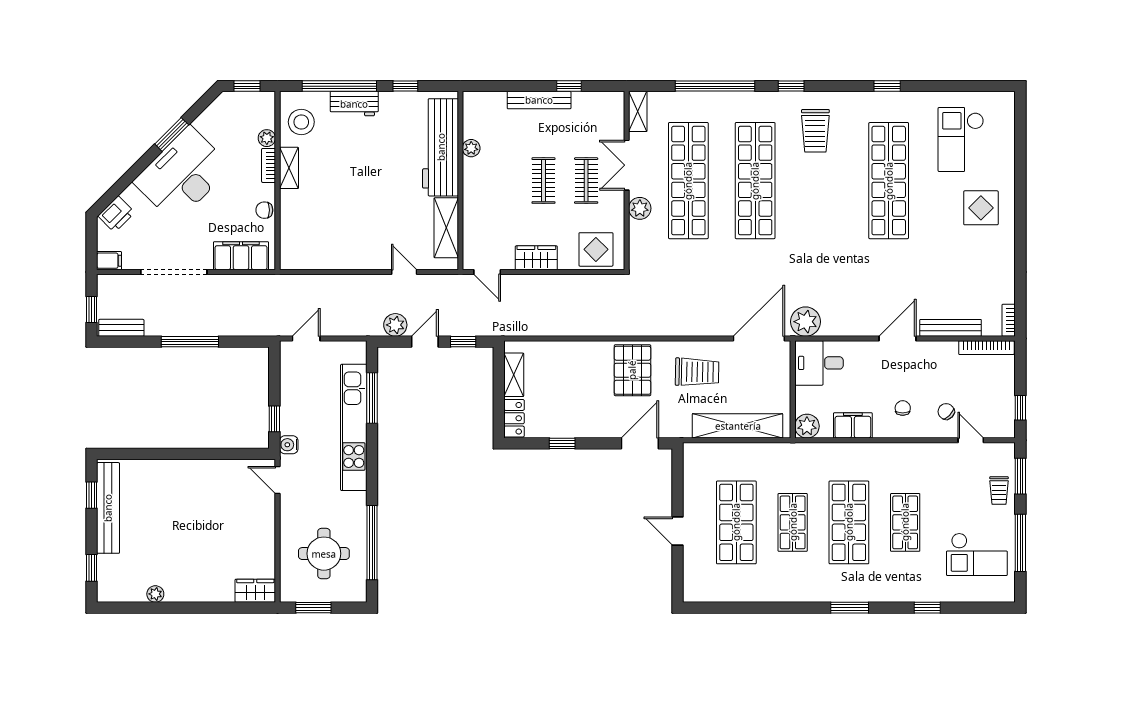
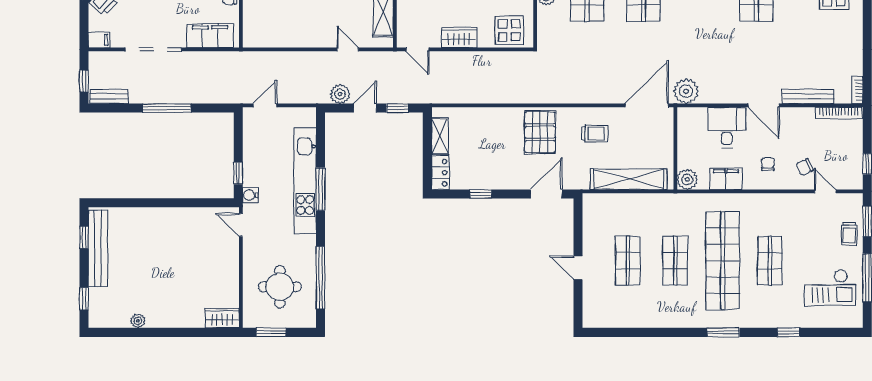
door: (898, 339) -> (764, 105), swing flipped
desk: (819, 363) -> (727, 128), moved, turned 90
trolley: (697, 372) -> (595, 134), width x0.73, depth x0.72
window: (372, 398) -> (321, 189), moved
chair: (946, 412) -> (805, 167), turned -69
shop shelf: (736, 522) -> (628, 261), width x0.70, depth x0.74
shop shelf: (849, 522) -> (723, 261), width x1.40

